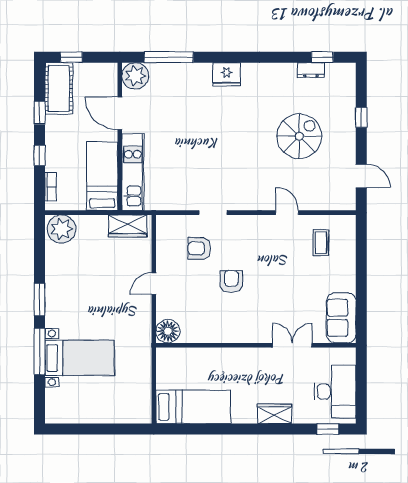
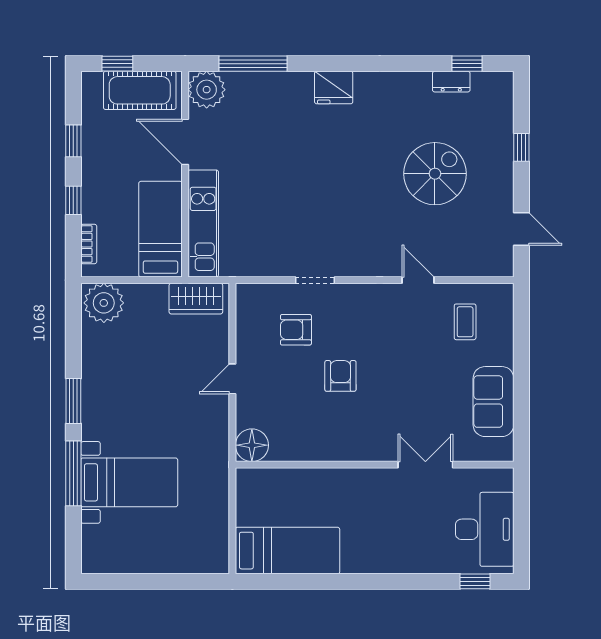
cot: (59, 89) -> (140, 90), moved, turned 90
sofa: (341, 318) -> (493, 402), moved
wardrobe: (274, 414) -> (400, 560), removed

